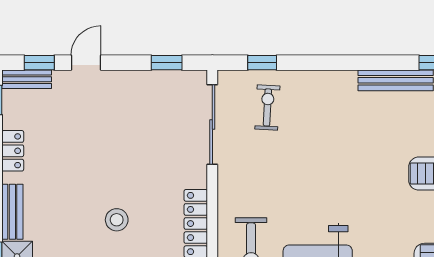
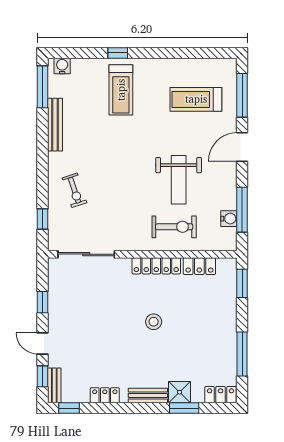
window: (167, 63) -> (43, 302), moved
exercise bike: (267, 107) -> (75, 190), moved, turned -111

